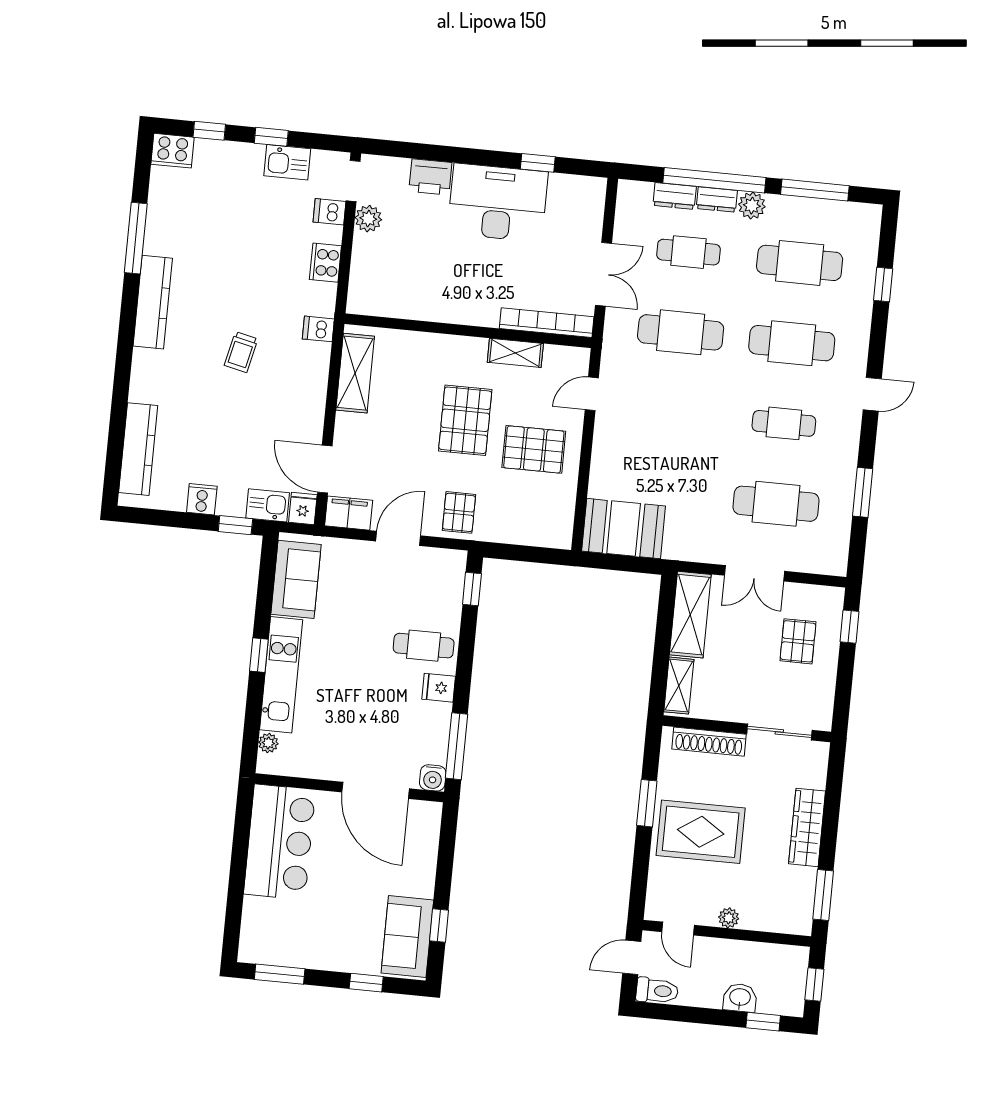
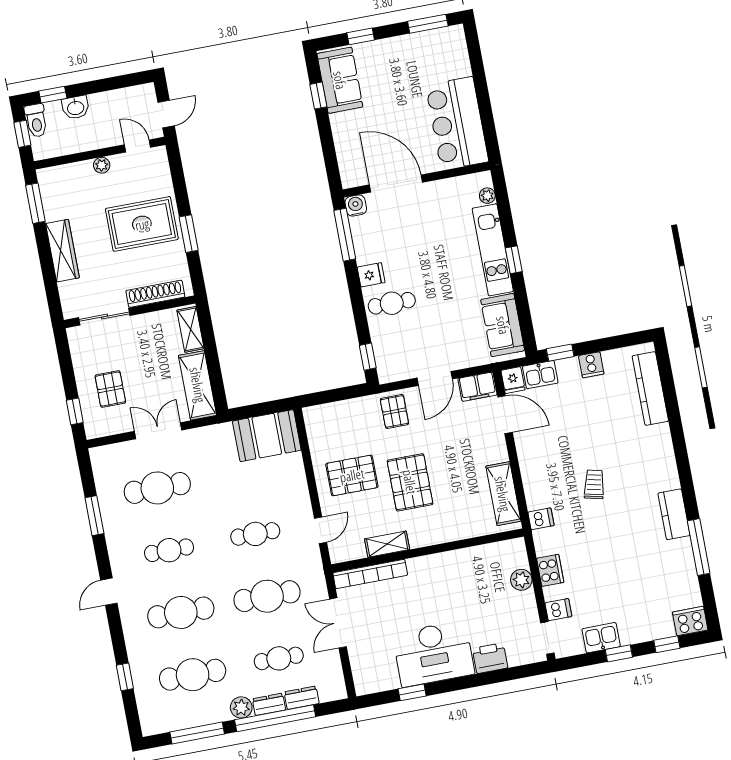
plant: (368, 219) -> (521, 580), moved
kitchen counter: (153, 302) -> (674, 514), width x0.67
cafe table: (673, 413) -> (255, 534), added
toilet: (657, 991) -> (36, 121), moved, turned -90

